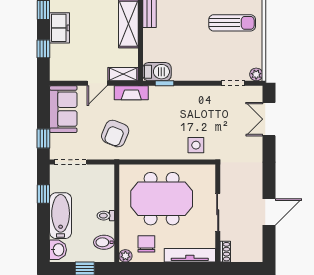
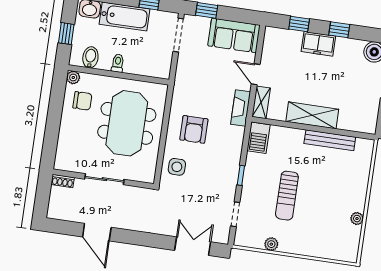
sun lounger: (232, 23) -> (287, 196), moved
plant: (256, 74) -> (271, 244), moved
window: (164, 83) -> (241, 175), moved
armchair: (115, 134) -> (194, 129), moved, turned -112
tv unit: (190, 255) -> (64, 144), removed

